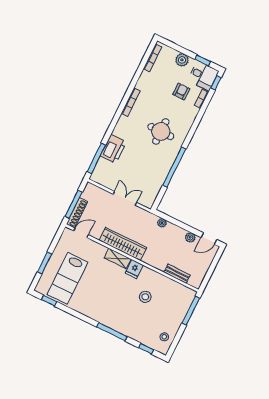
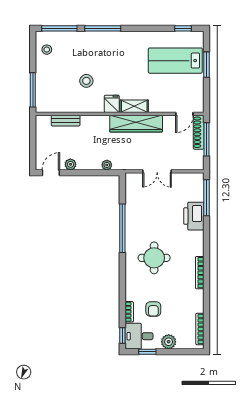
lab bench: (68, 278) -> (175, 61), turned -90
window: (146, 349) -> (59, 28), width x2.17

